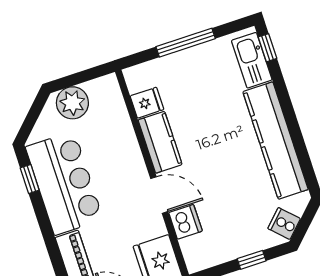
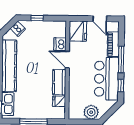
window: (48, 233) -> (121, 59), added

